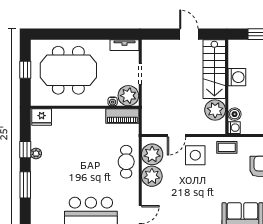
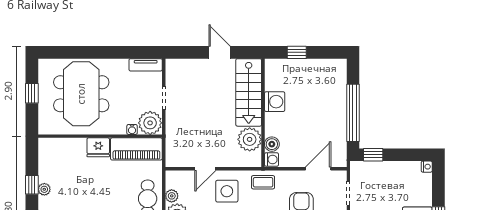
meeting table: (68, 70) -> (81, 94), turned 90
piano: (122, 116) -> (136, 149), width x1.37, depth x1.33
fridge: (42, 117) -> (98, 147), moved
plant: (152, 154) -> (172, 196), width x0.53, depth x0.53

